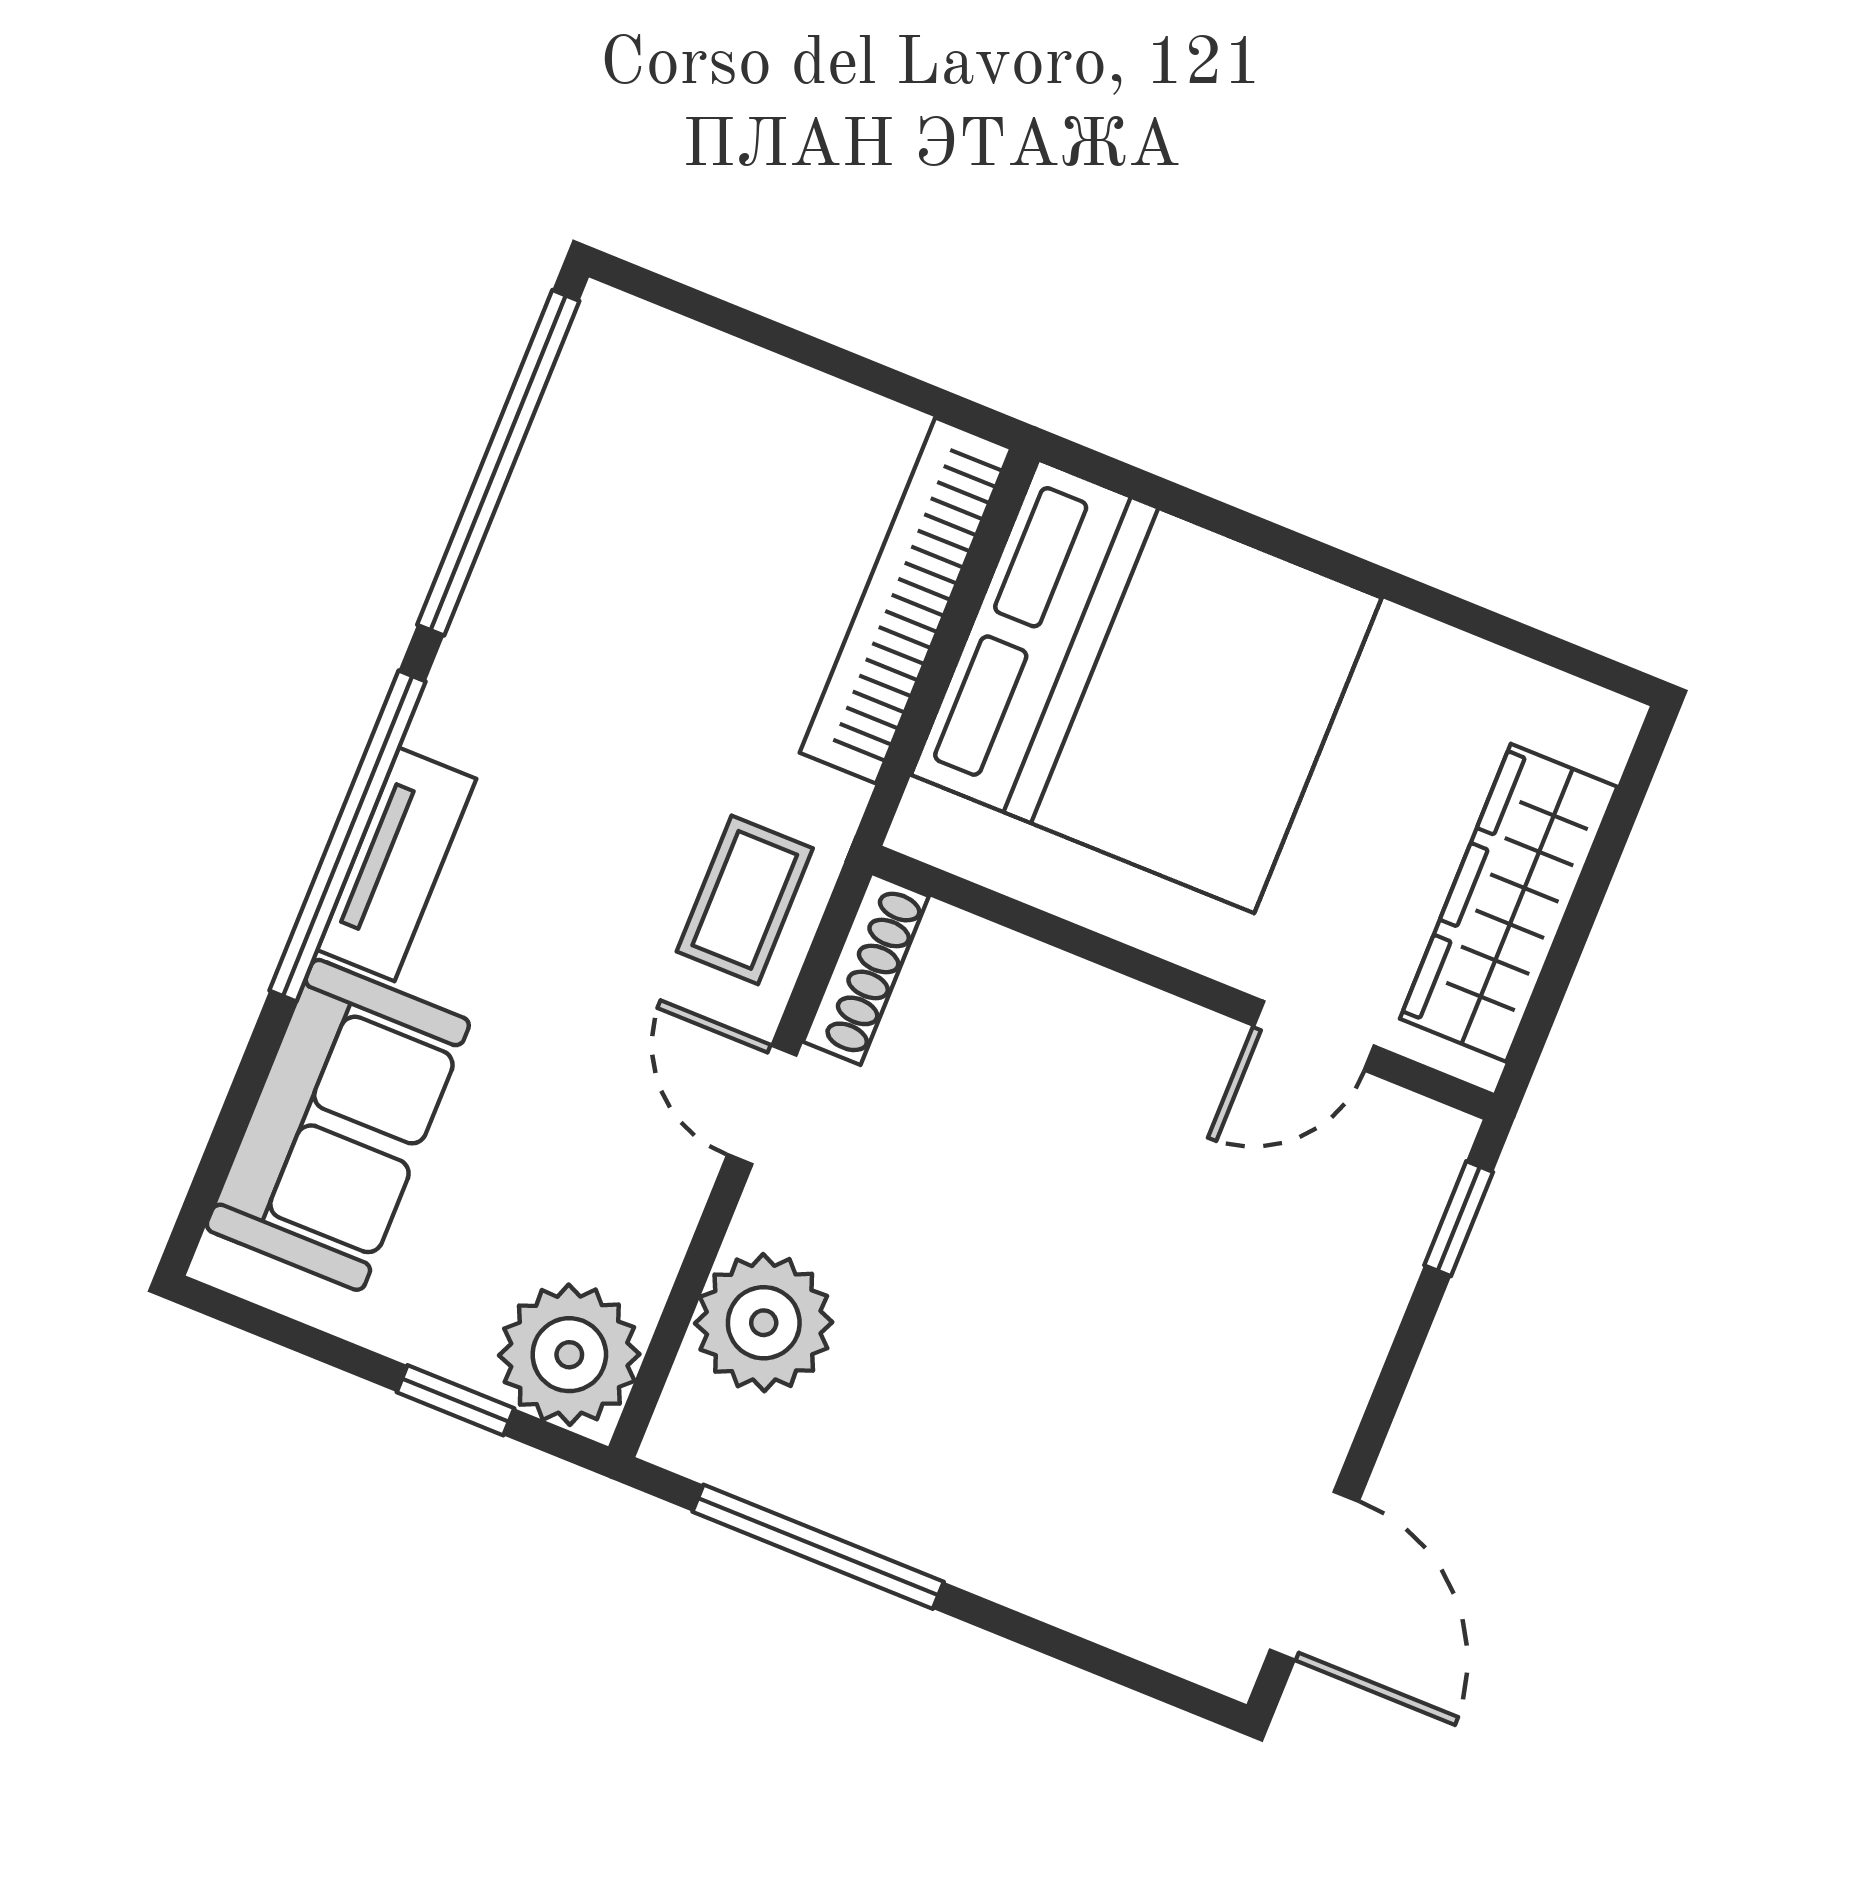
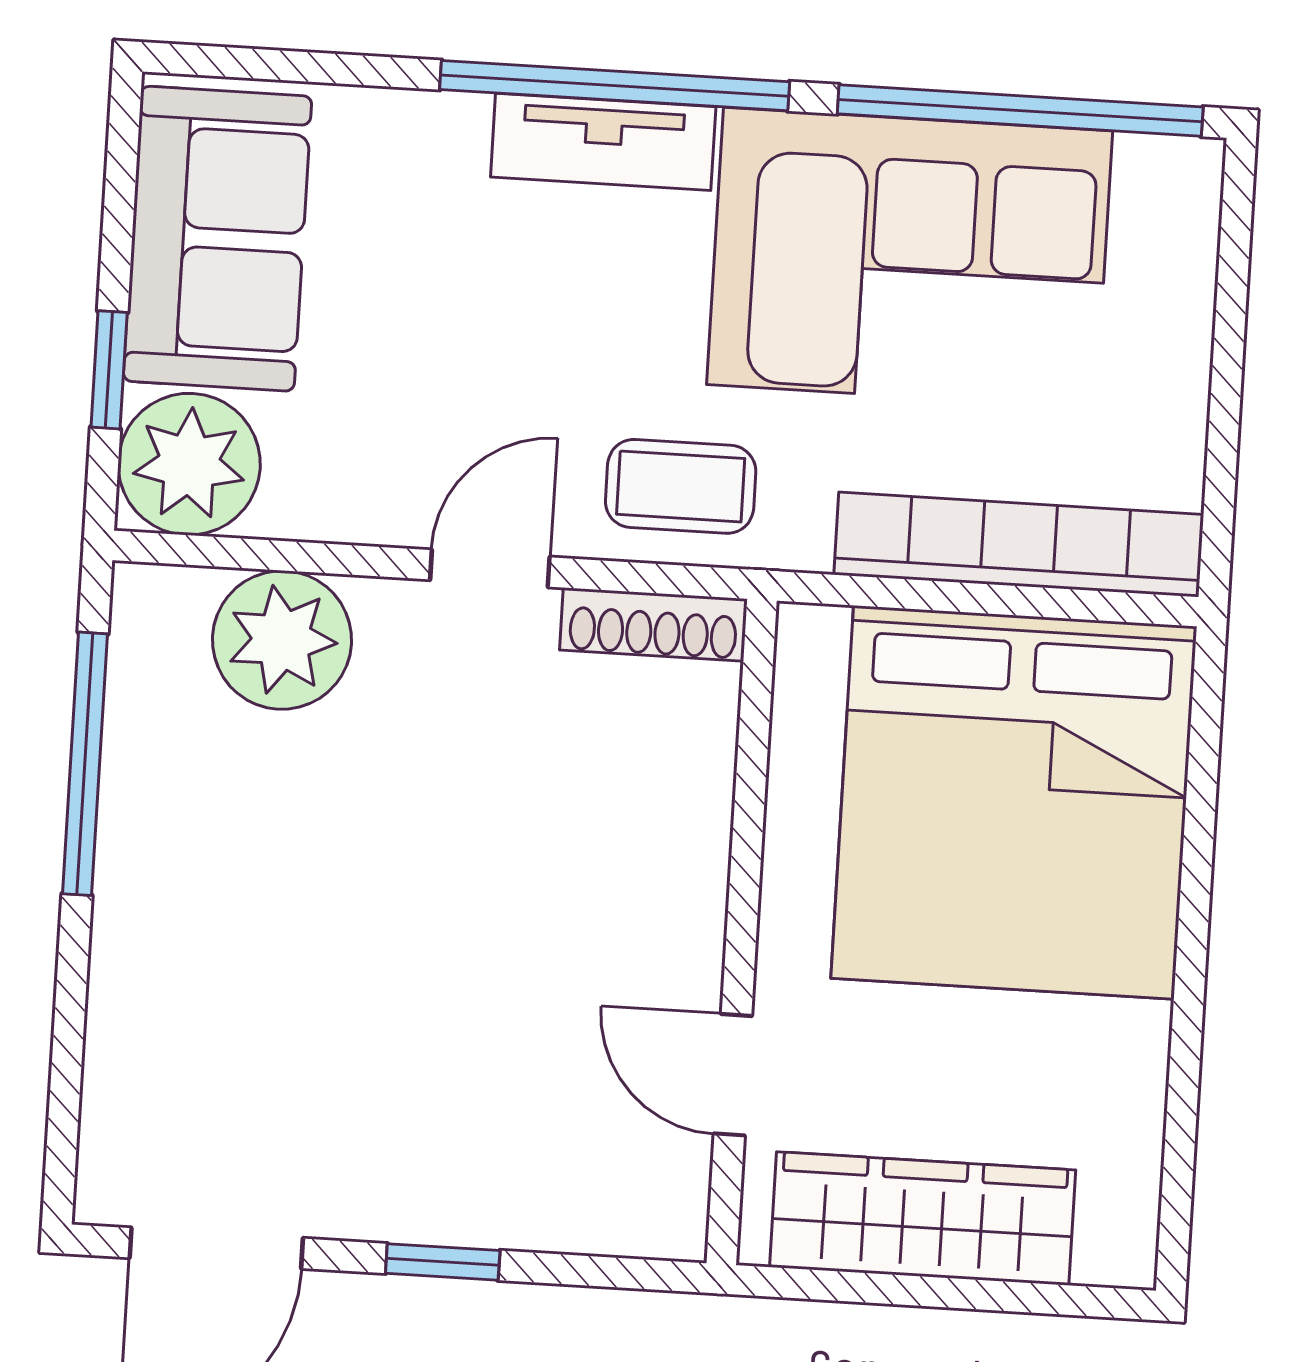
corner sofa: (602, 613) -> (910, 258), added
sofa: (338, 1125) -> (218, 239), moved, turned -90
window: (1459, 1219) -> (443, 1262), moved

